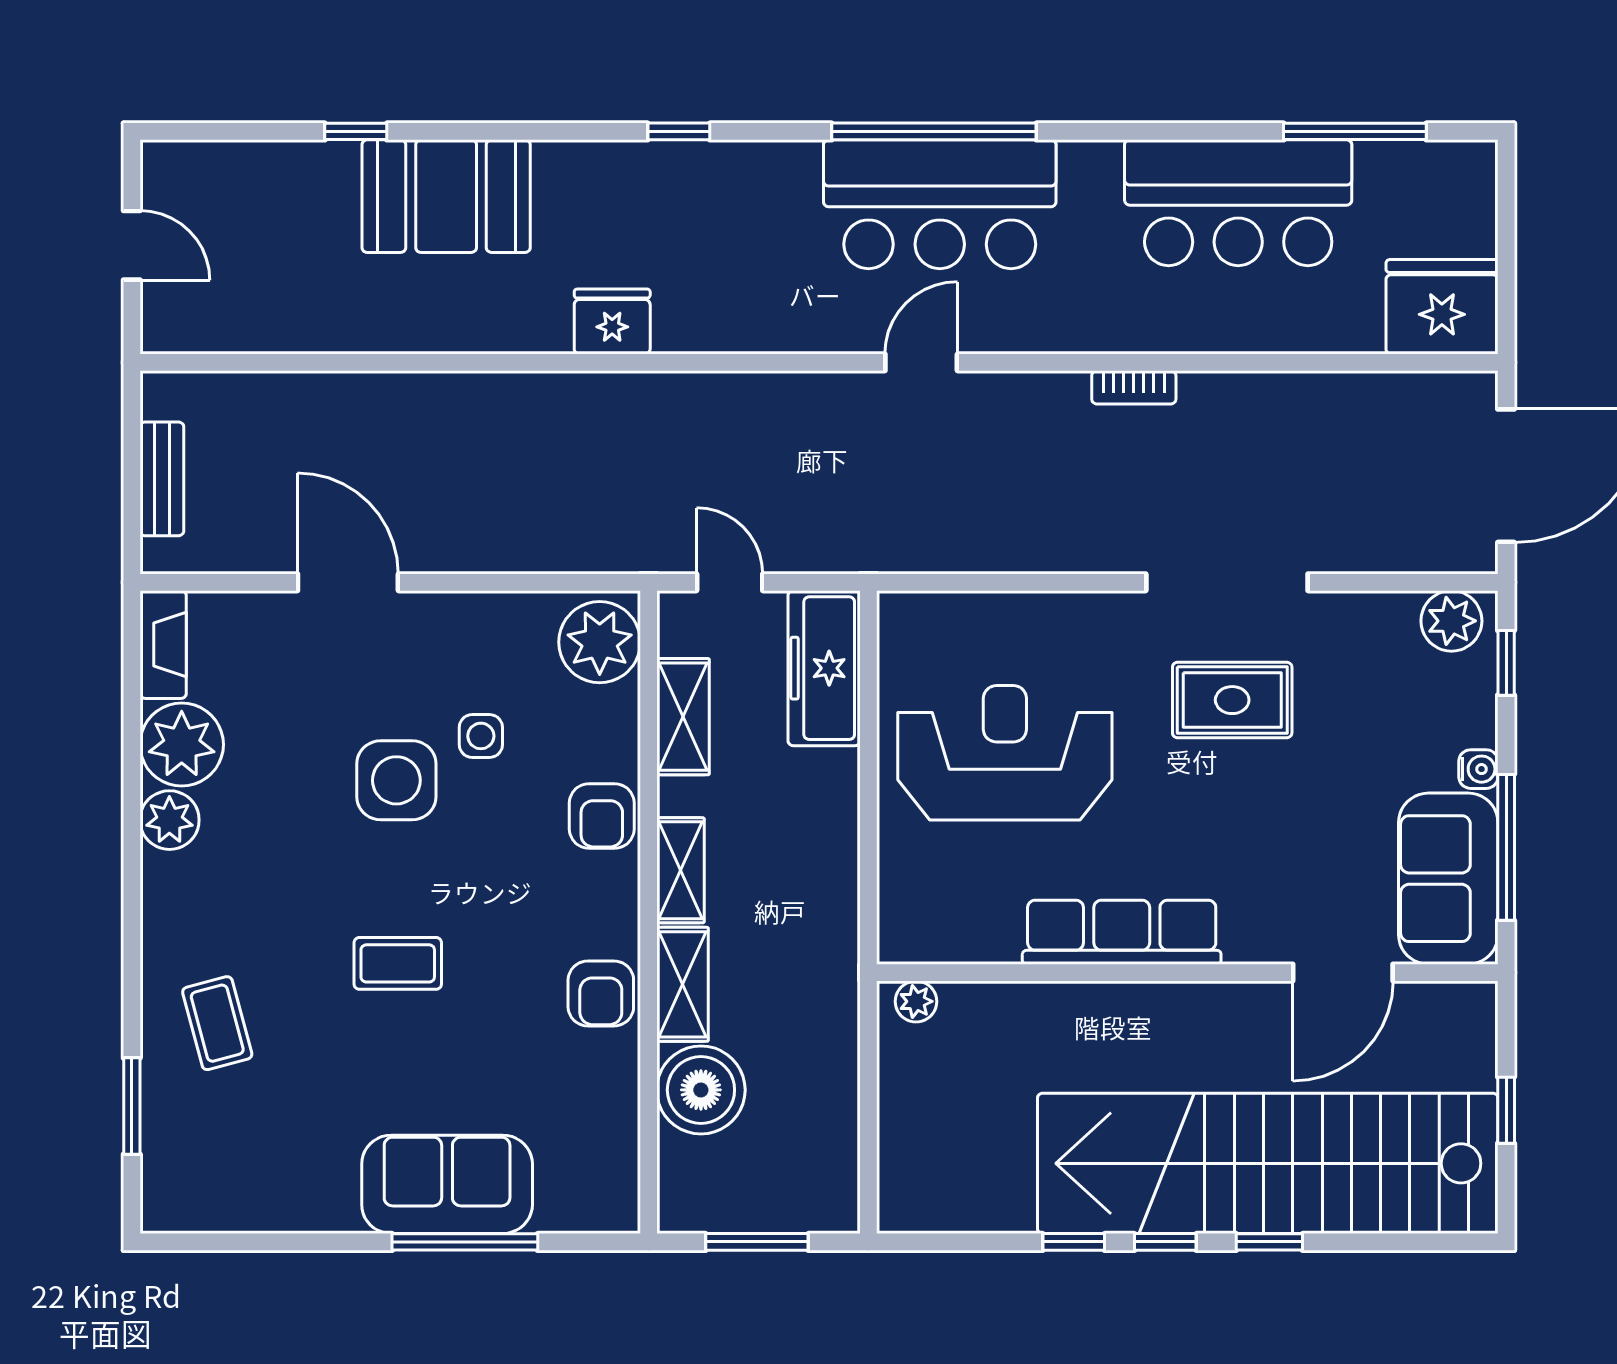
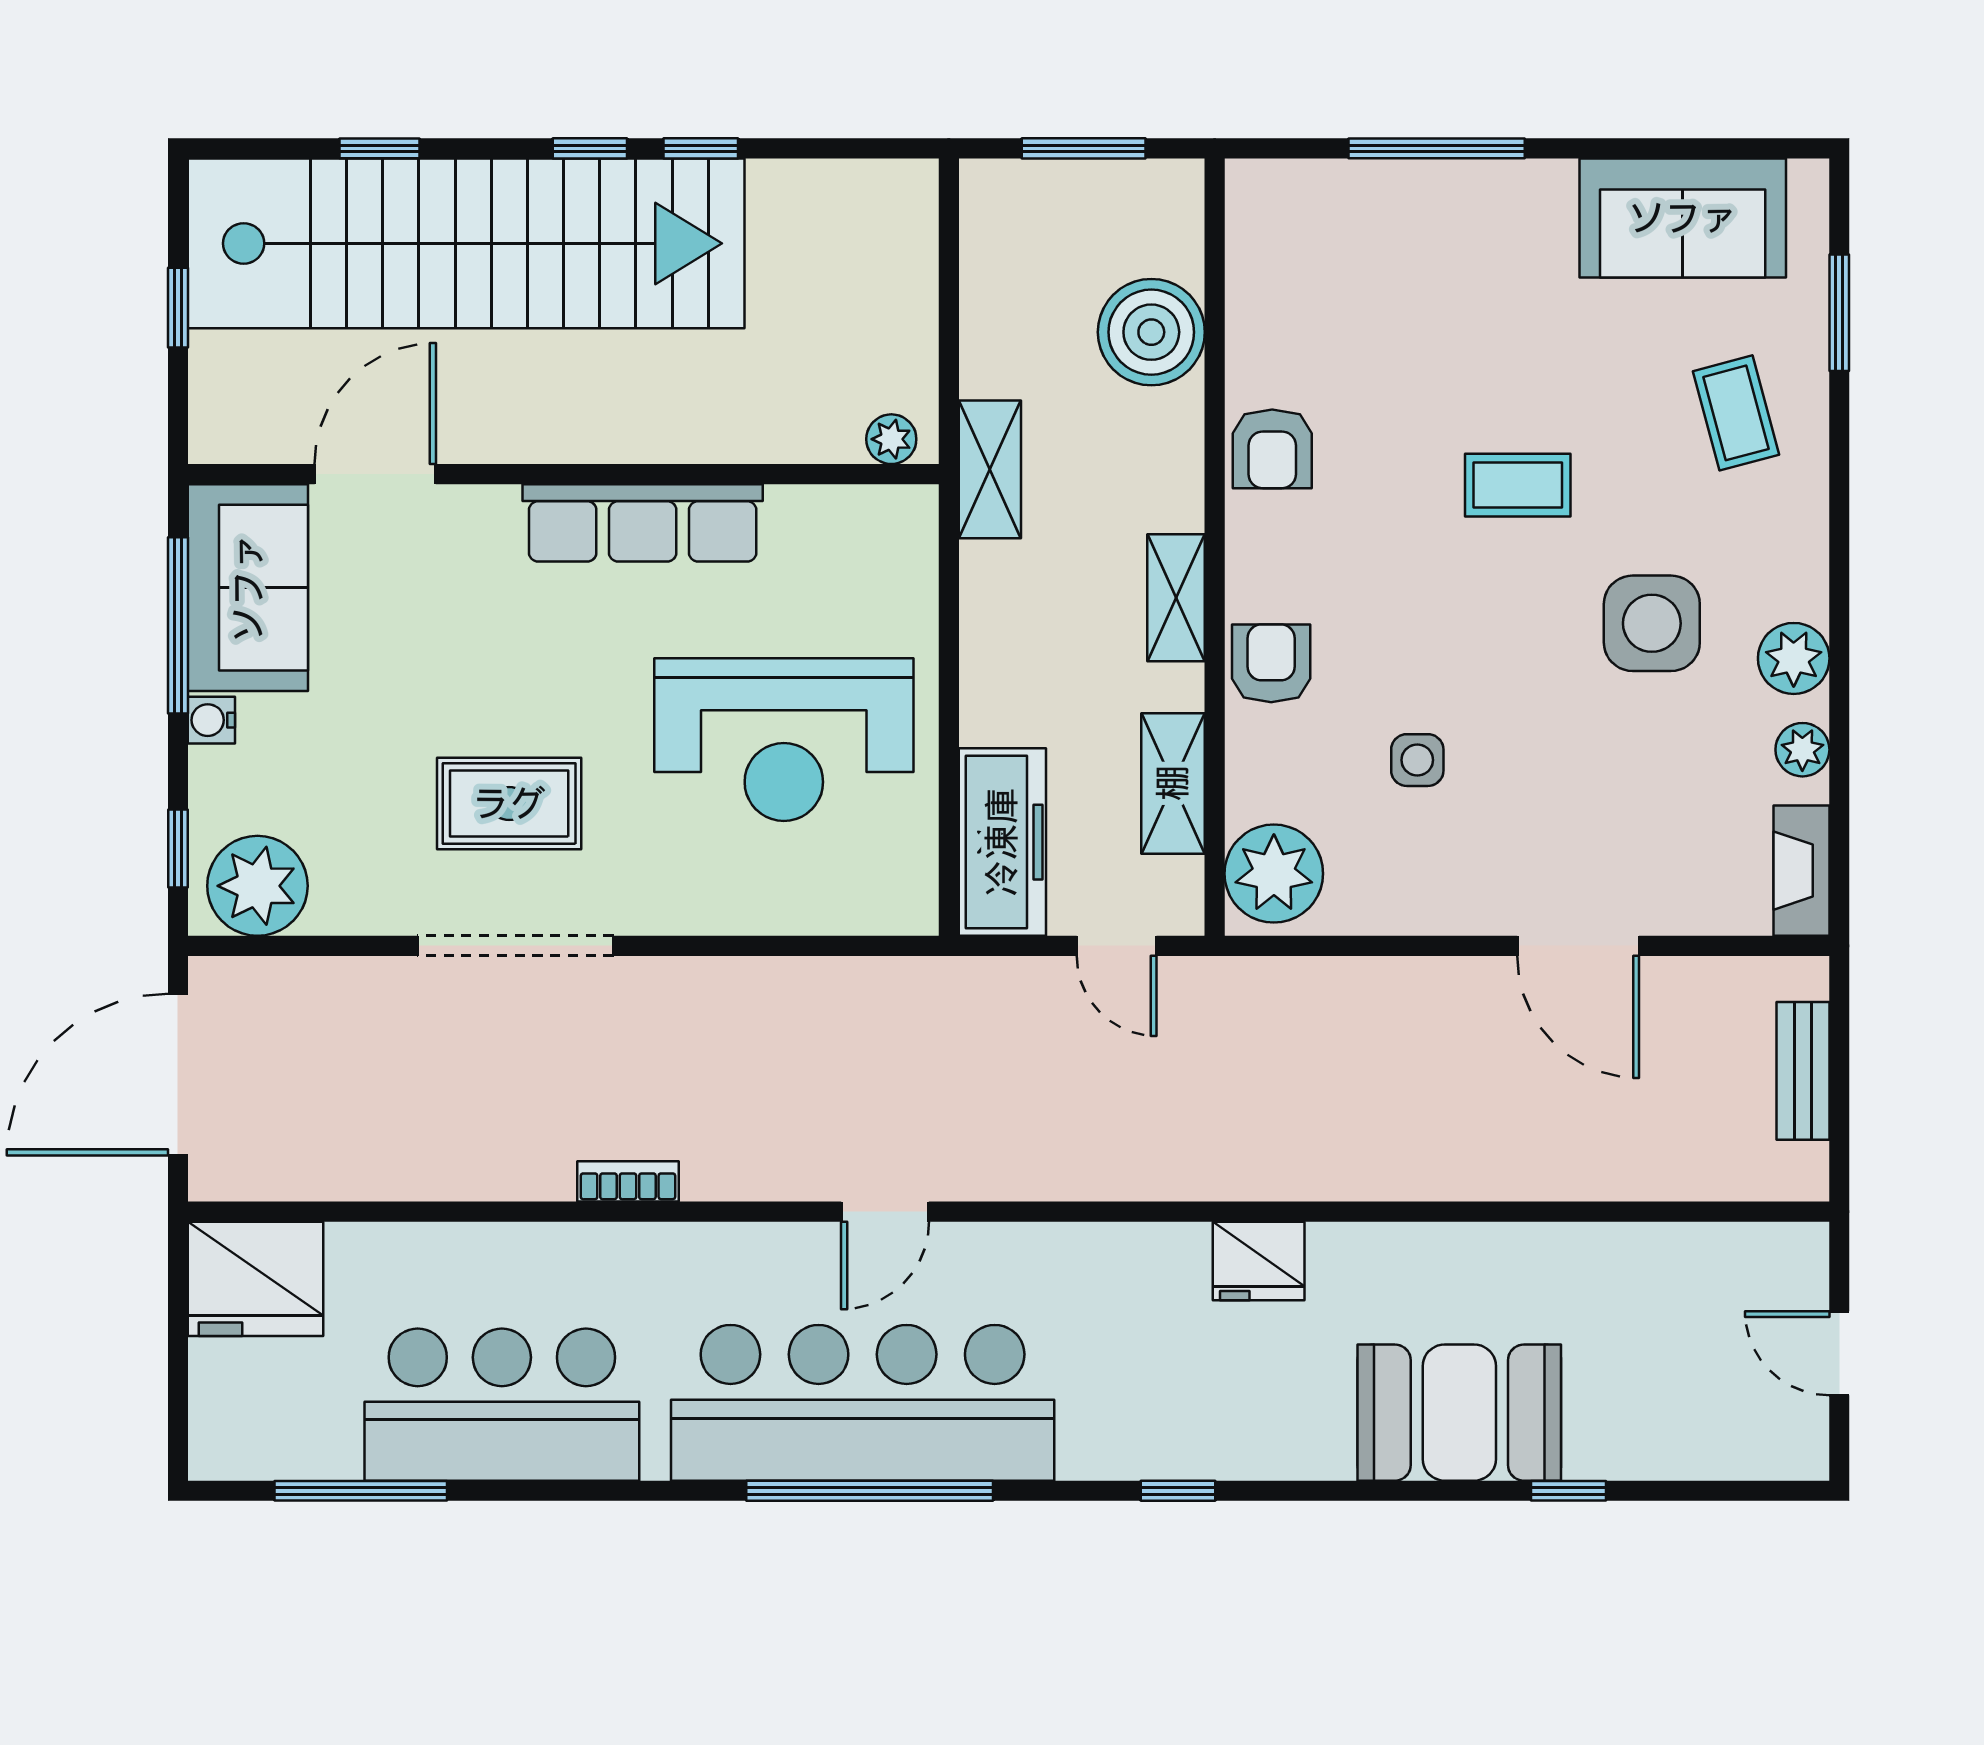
bar counter: (940, 204) -> (863, 1403), width x1.36
plant: (1451, 621) -> (257, 886), width x1.36, depth x1.36
plant: (182, 745) -> (1802, 750), width x0.53, depth x0.53
side table: (396, 780) -> (1652, 623), moved
shelving: (682, 984) -> (990, 469), moved
armchair: (601, 993) -> (1272, 449), turned 180
sofa: (447, 1184) -> (1683, 218), moved
window: (1269, 1242) -> (380, 148), moved

